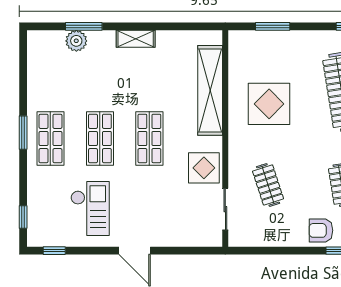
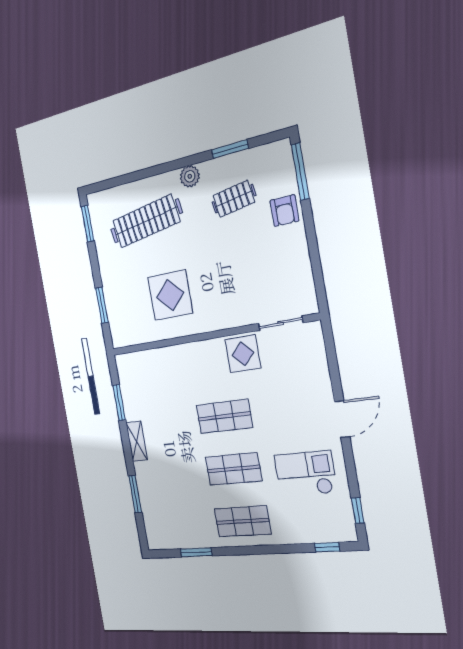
window: (175, 26) -> (119, 403), added
plant: (76, 41) -> (149, 501), removed
shelving: (210, 90) -> (169, 359), removed
window: (23, 133) -> (196, 552), moved
clothes rail: (268, 185) -> (248, 280), removed

